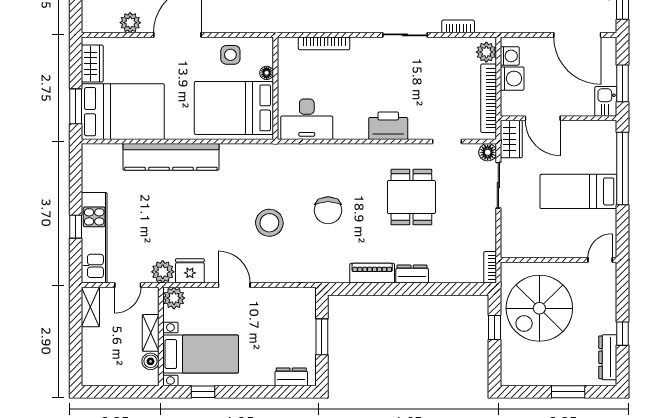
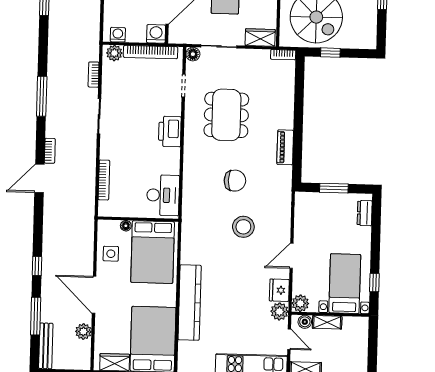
washing machine: (512, 79) -> (156, 34), moved
wardrobe: (511, 139) -> (260, 37), moved
dining table: (411, 197) -> (226, 115), width x1.38
dresser: (412, 274) -> (287, 116), removed
boiler: (151, 361) -> (305, 322), moved

